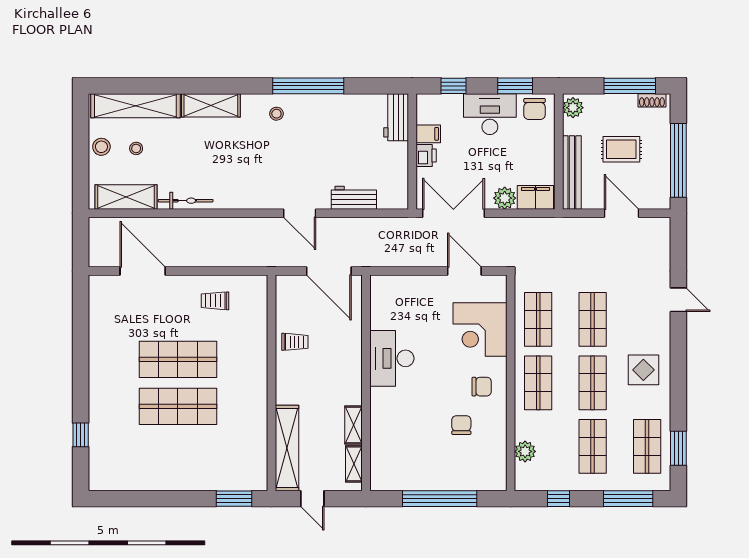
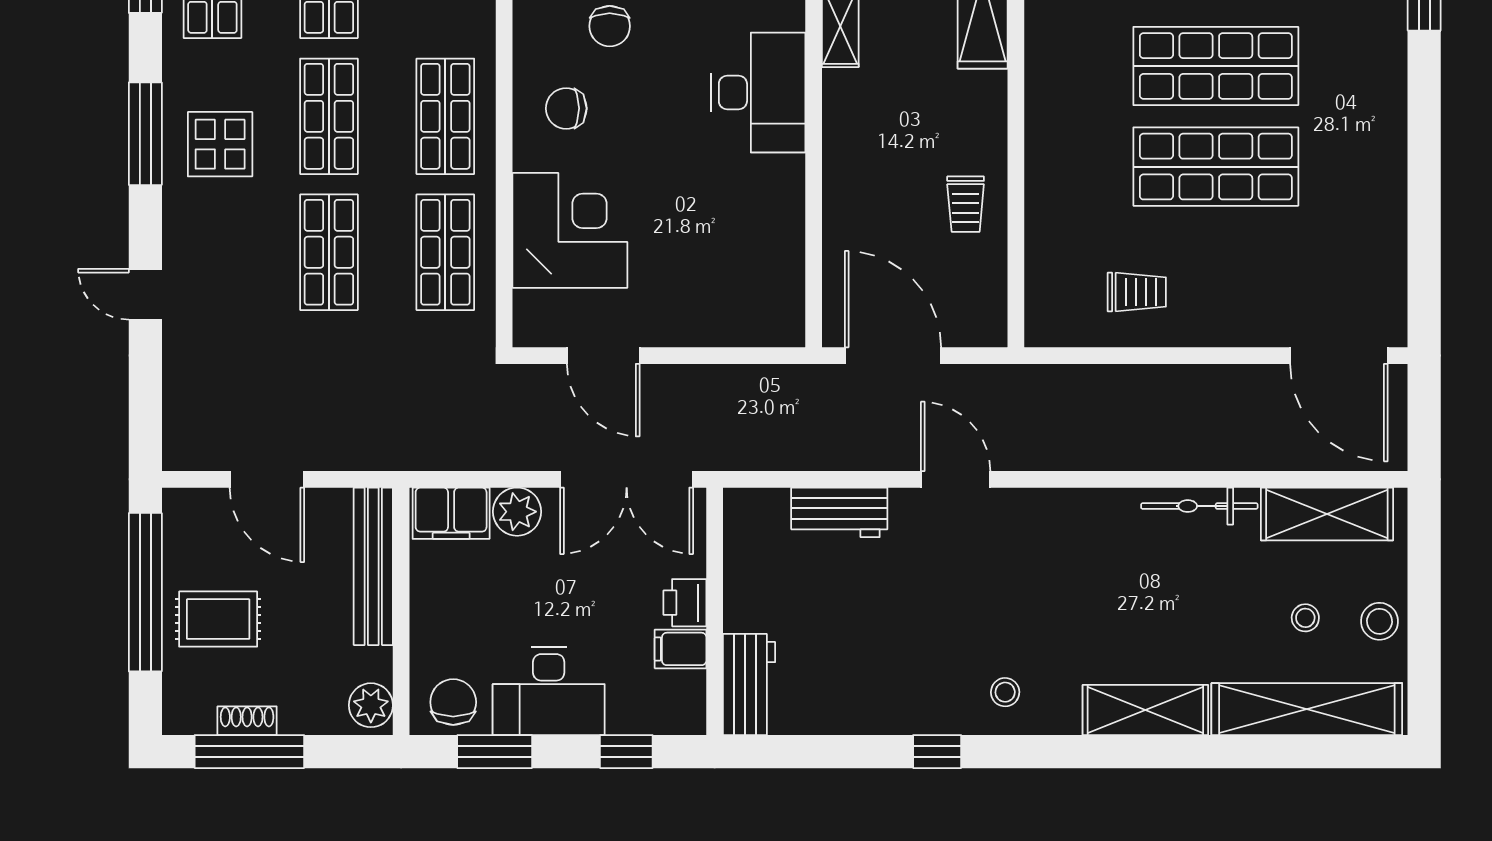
window: (308, 86) -> (937, 752), width x0.32
shoe rack: (652, 100) -> (247, 721), moved
rug: (621, 149) -> (218, 619), moved
door: (143, 271) -> (1339, 356), moved
trolley: (295, 342) -> (966, 204), turned -90
desk: (392, 358) -> (758, 92), moved
window: (678, 375) -> (145, 134), added

